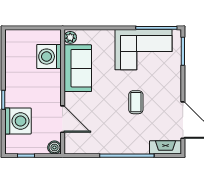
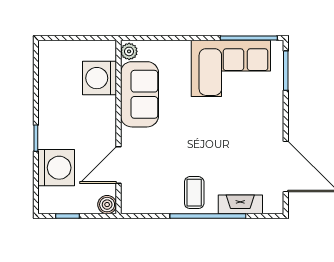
coffee table: (136, 102) -> (194, 193), moved
door: (63, 119) -> (118, 165), swing flipped
fireplace: (166, 147) -> (240, 204), moved

